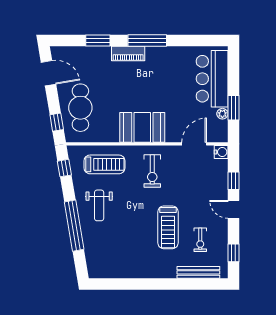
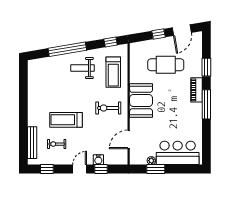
cafe table: (80, 108) -> (166, 65), moved
window: (57, 122) -> (158, 34), moved
door: (194, 144) -> (129, 139), swing flipped
water cooler: (221, 152) -> (98, 160), moved

